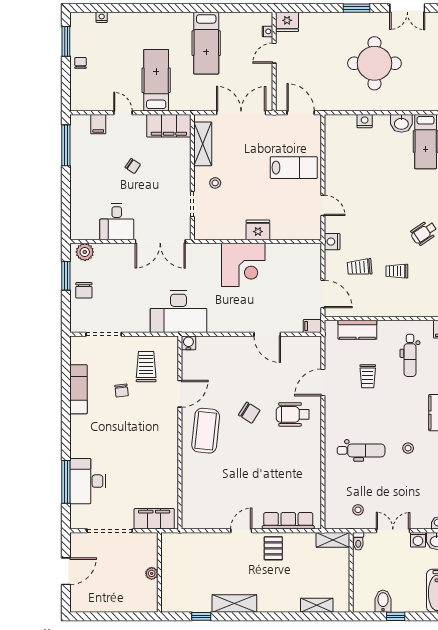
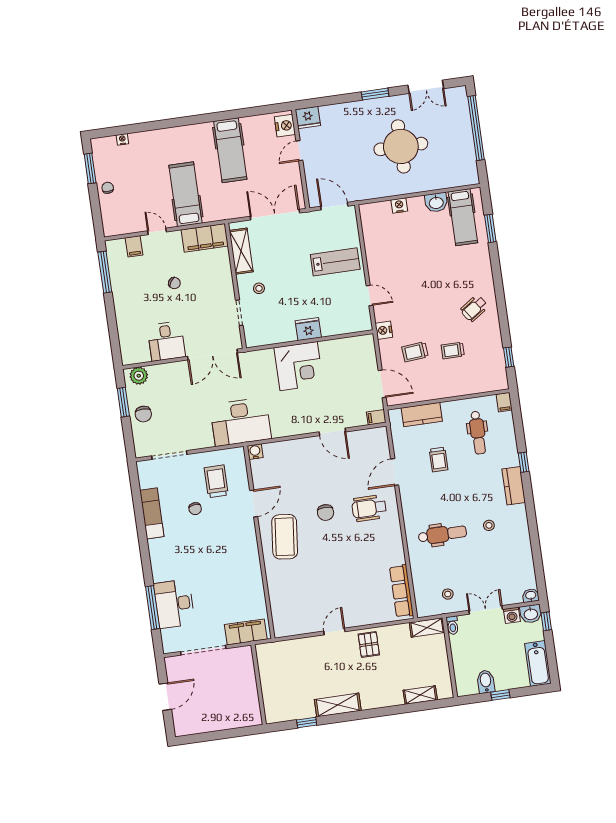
nightstand: (267, 31) -> (285, 126), width x1.89, depth x1.79
chair: (249, 413) -> (326, 513), turned 58
row of seats: (288, 521) -> (401, 591), moved, turned -90
plant: (152, 573) -> (251, 687), removed

